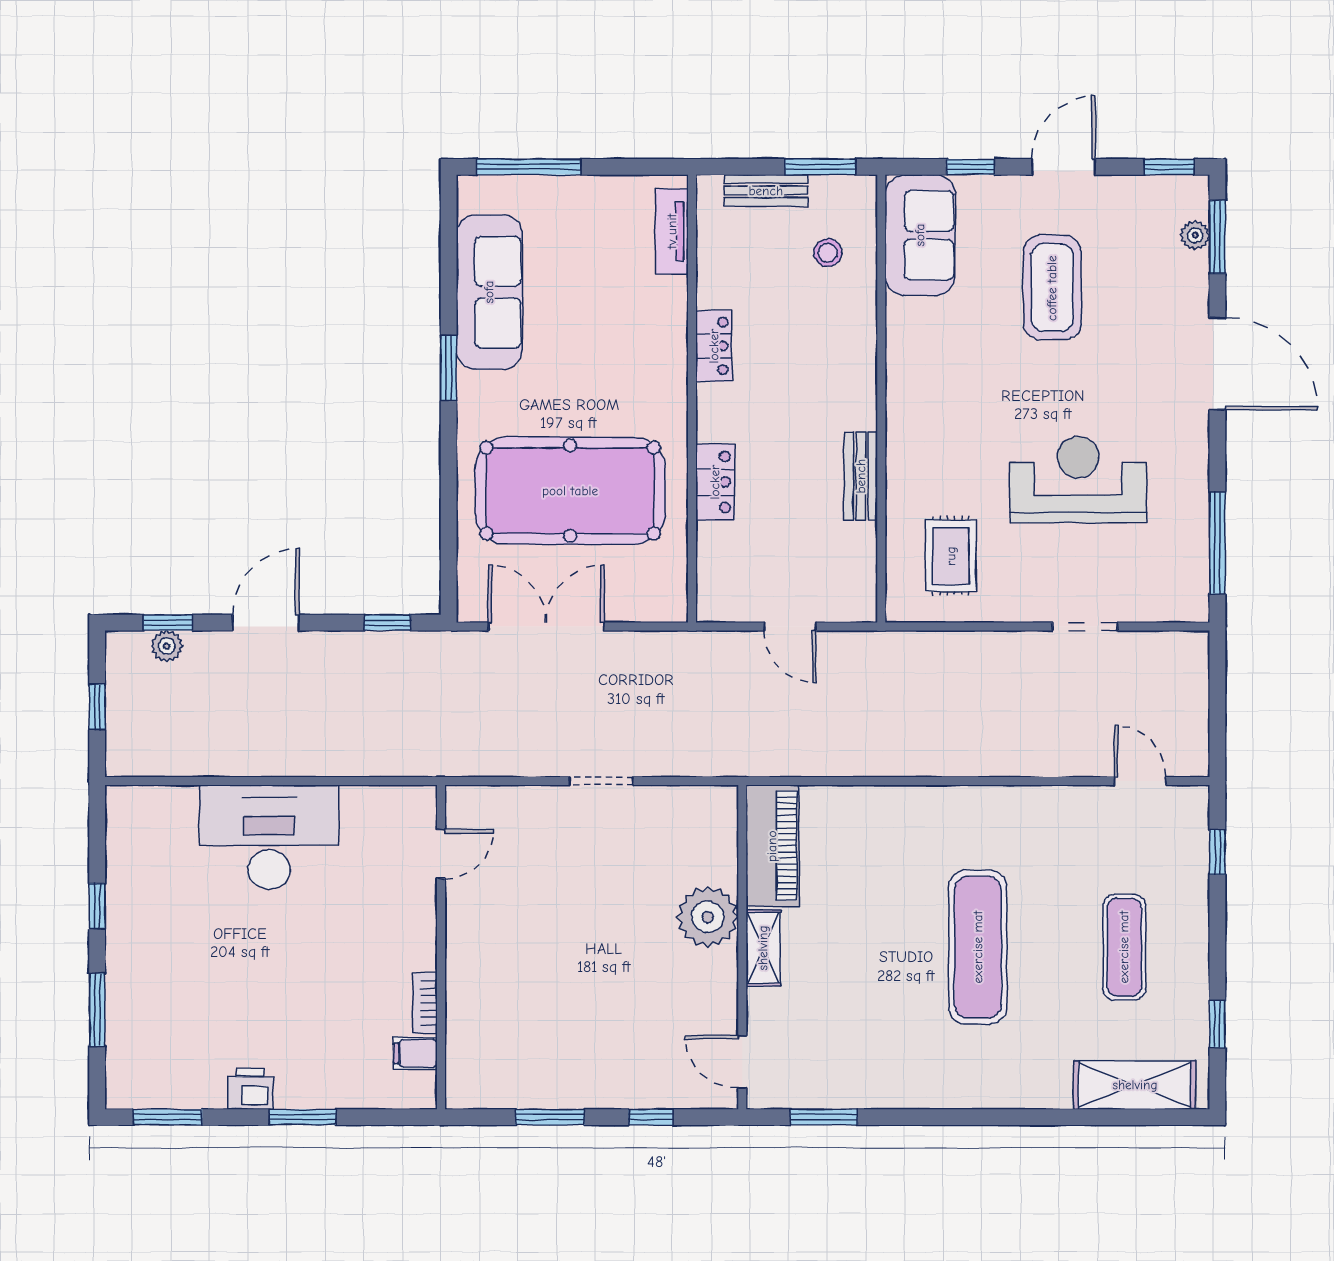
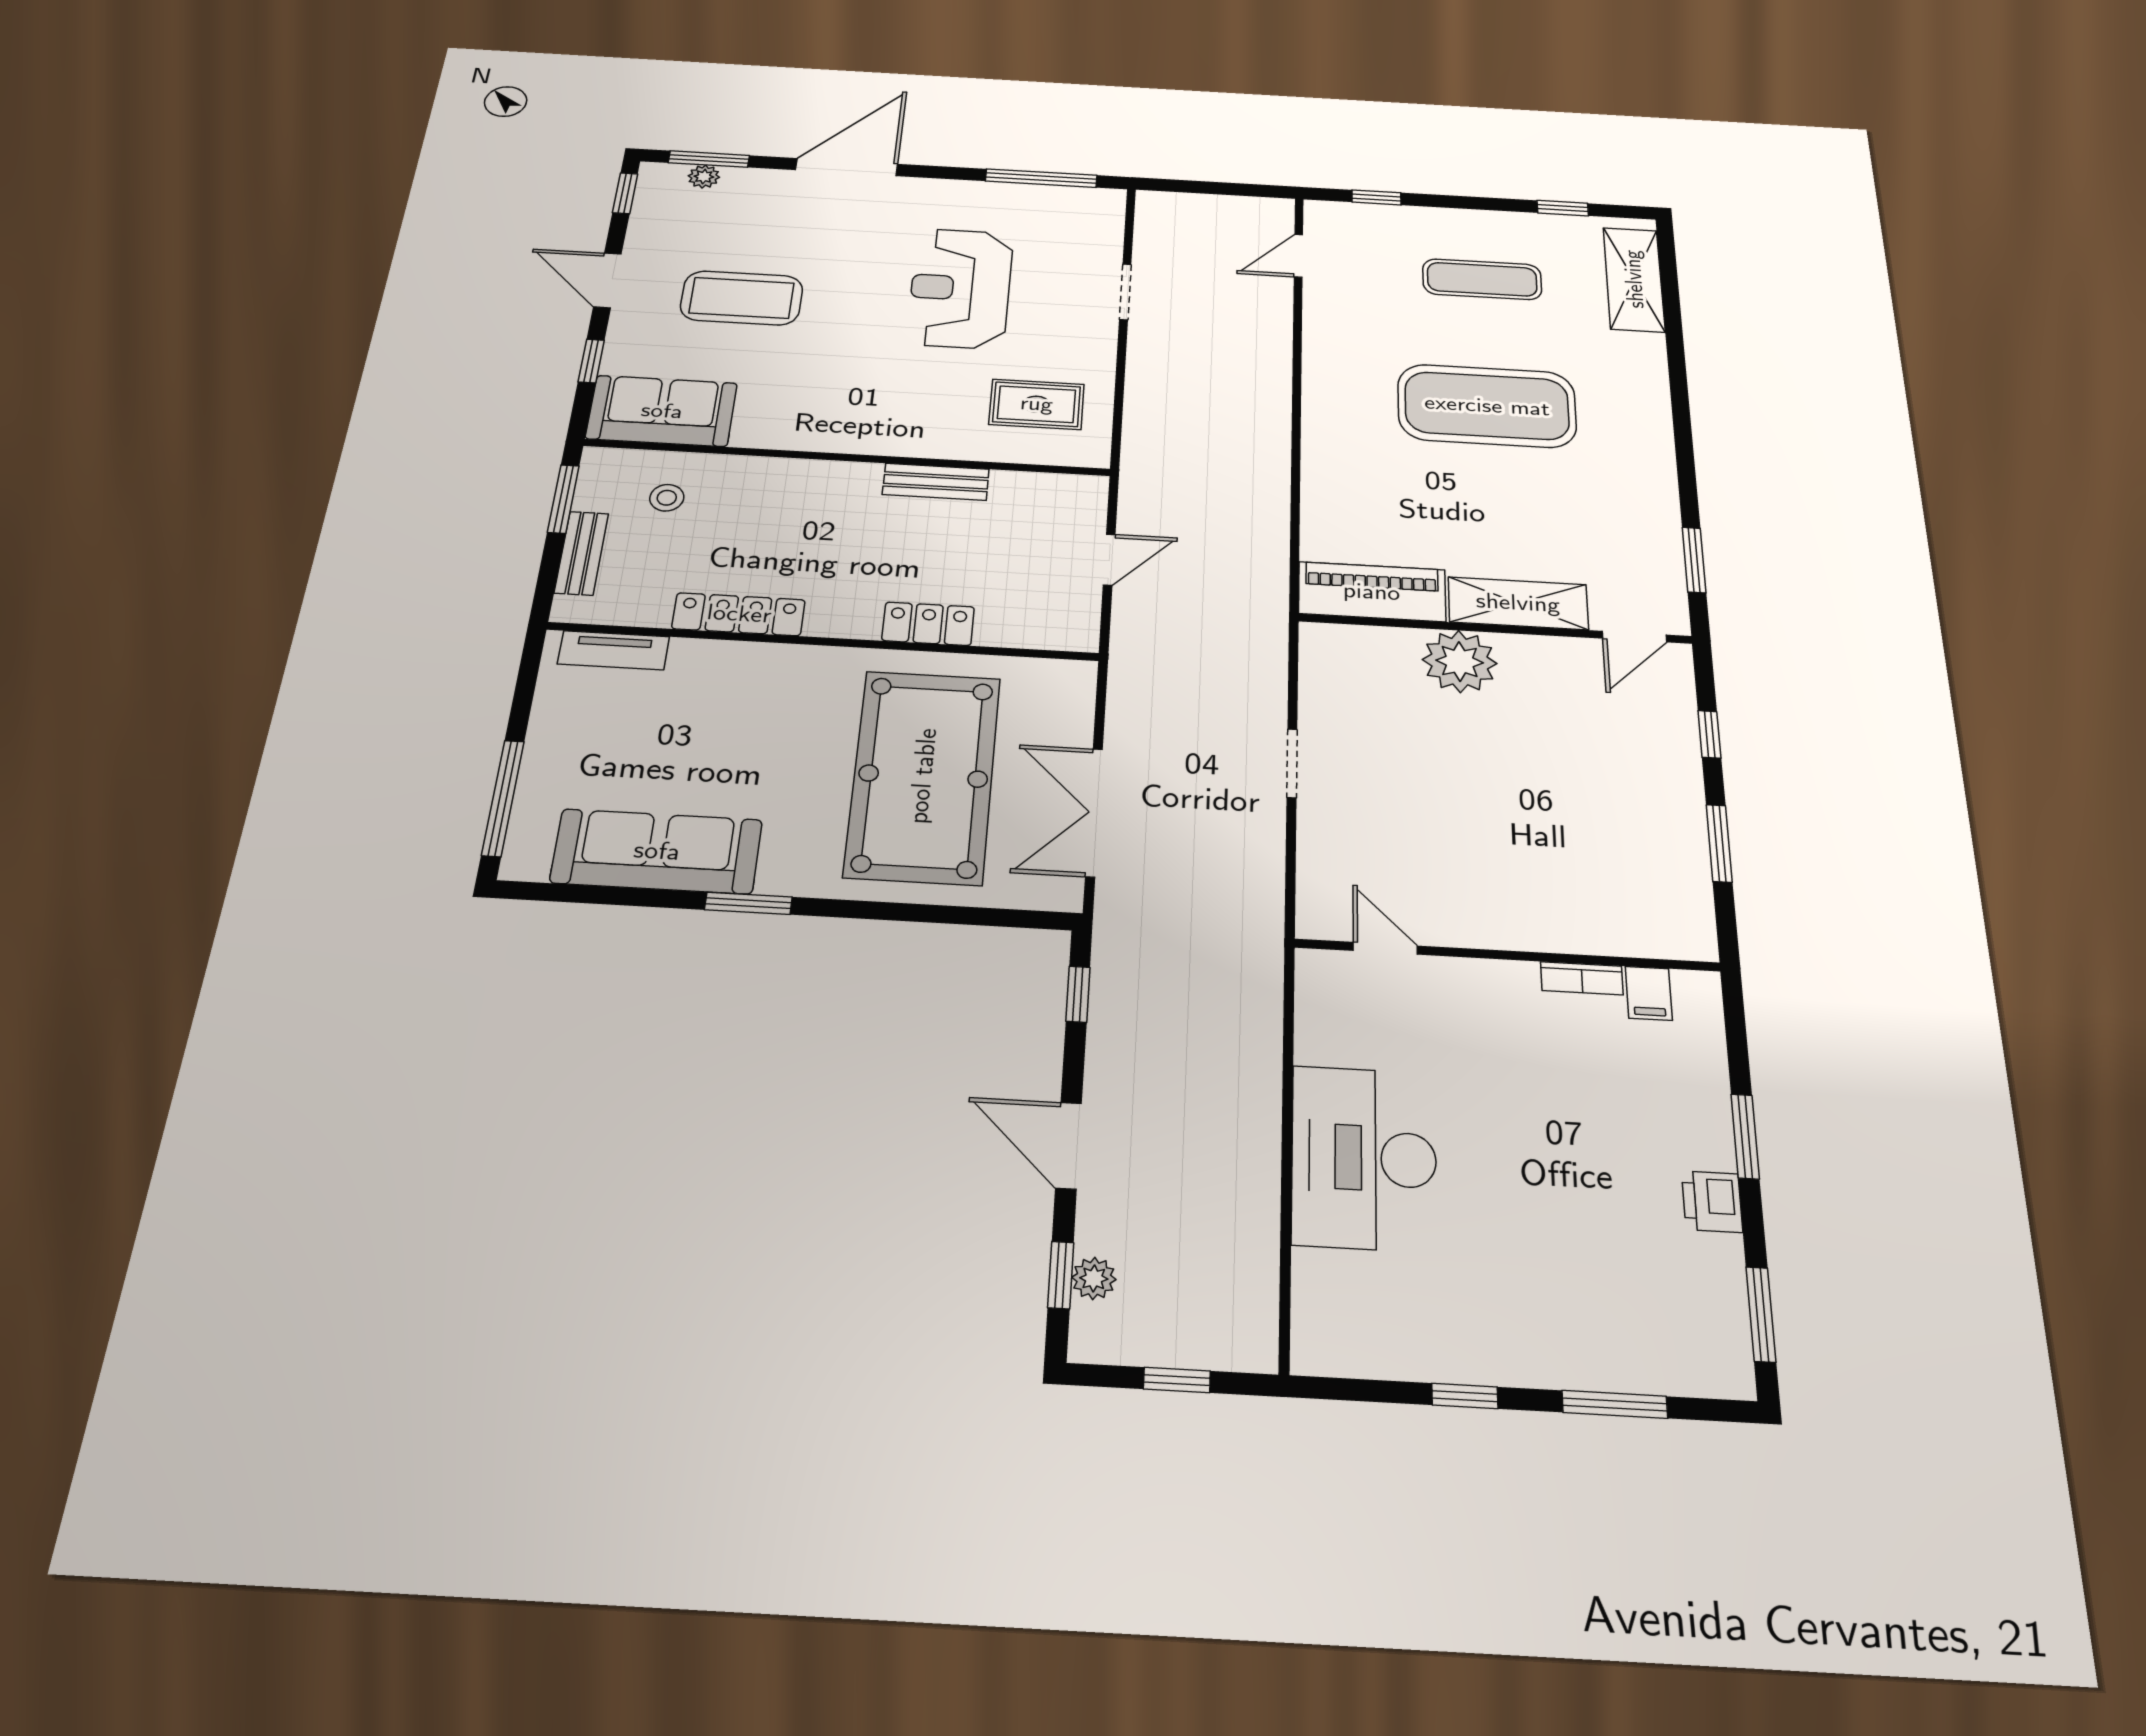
locker: (714, 346) -> (739, 614), width x1.53
exercise mat: (978, 947) -> (1487, 406), width x1.47
shelving: (763, 948) -> (1518, 603), width x1.50, depth x1.33

